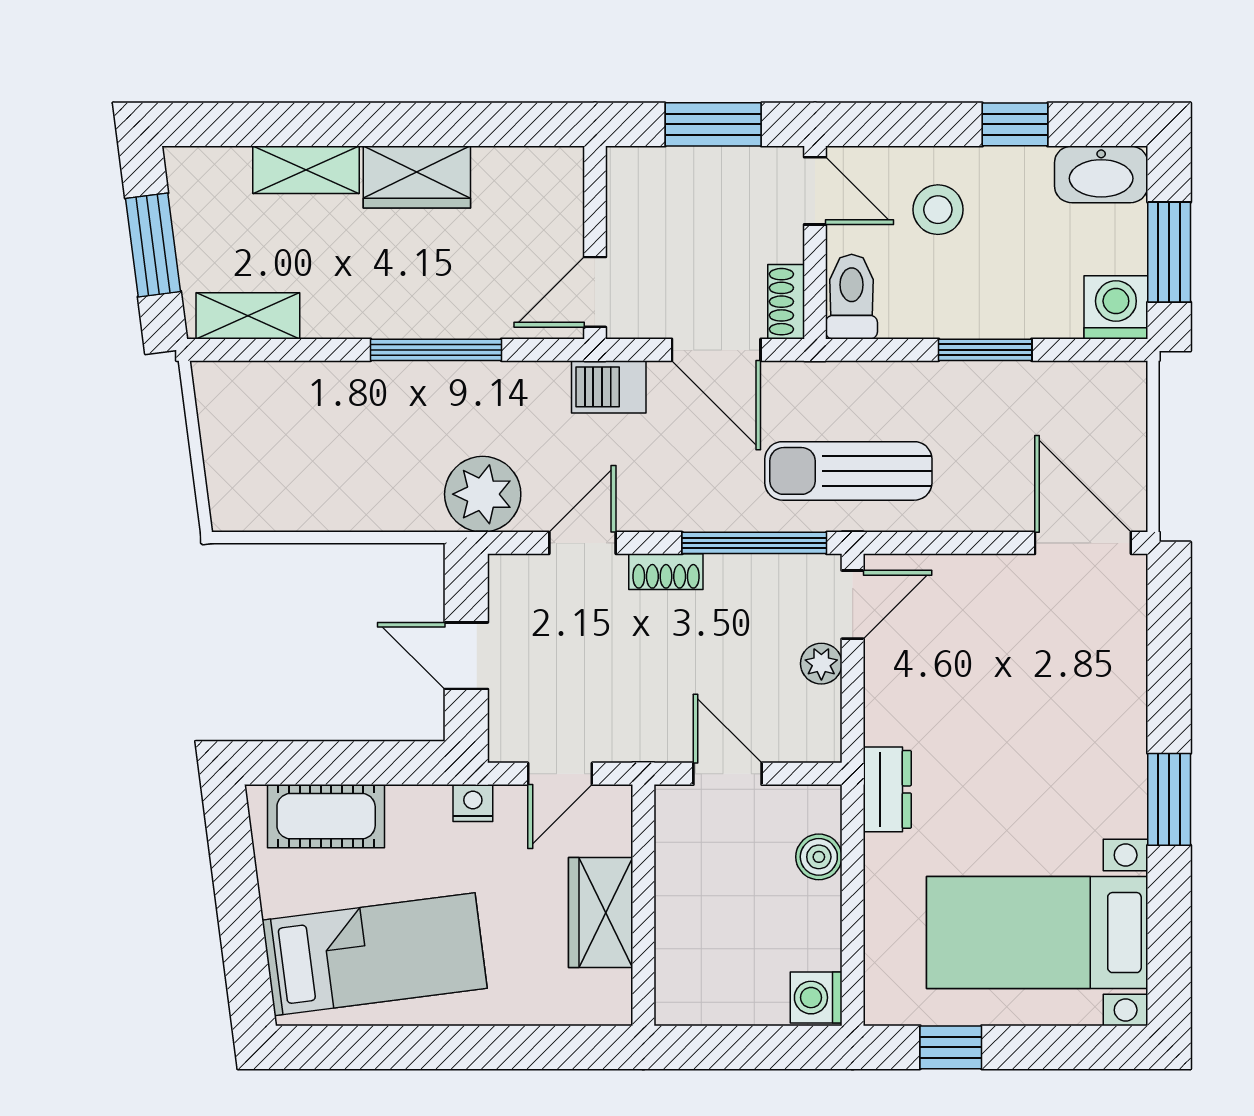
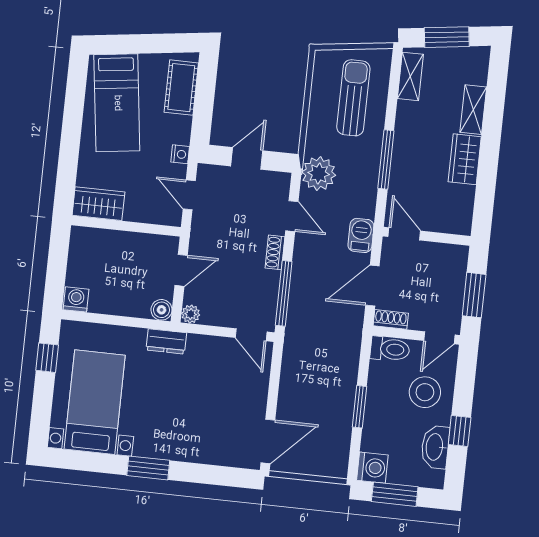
washbasin: (1101, 174) -> (435, 447), moved
stool: (938, 210) -> (425, 392), width x1.38, depth x1.38
sun lounger: (848, 471) -> (353, 98), moved
plant: (821, 664) -> (191, 314), moved
boiler: (819, 857) -> (162, 310), moved
wardrobe: (601, 912) -> (98, 204), moved

